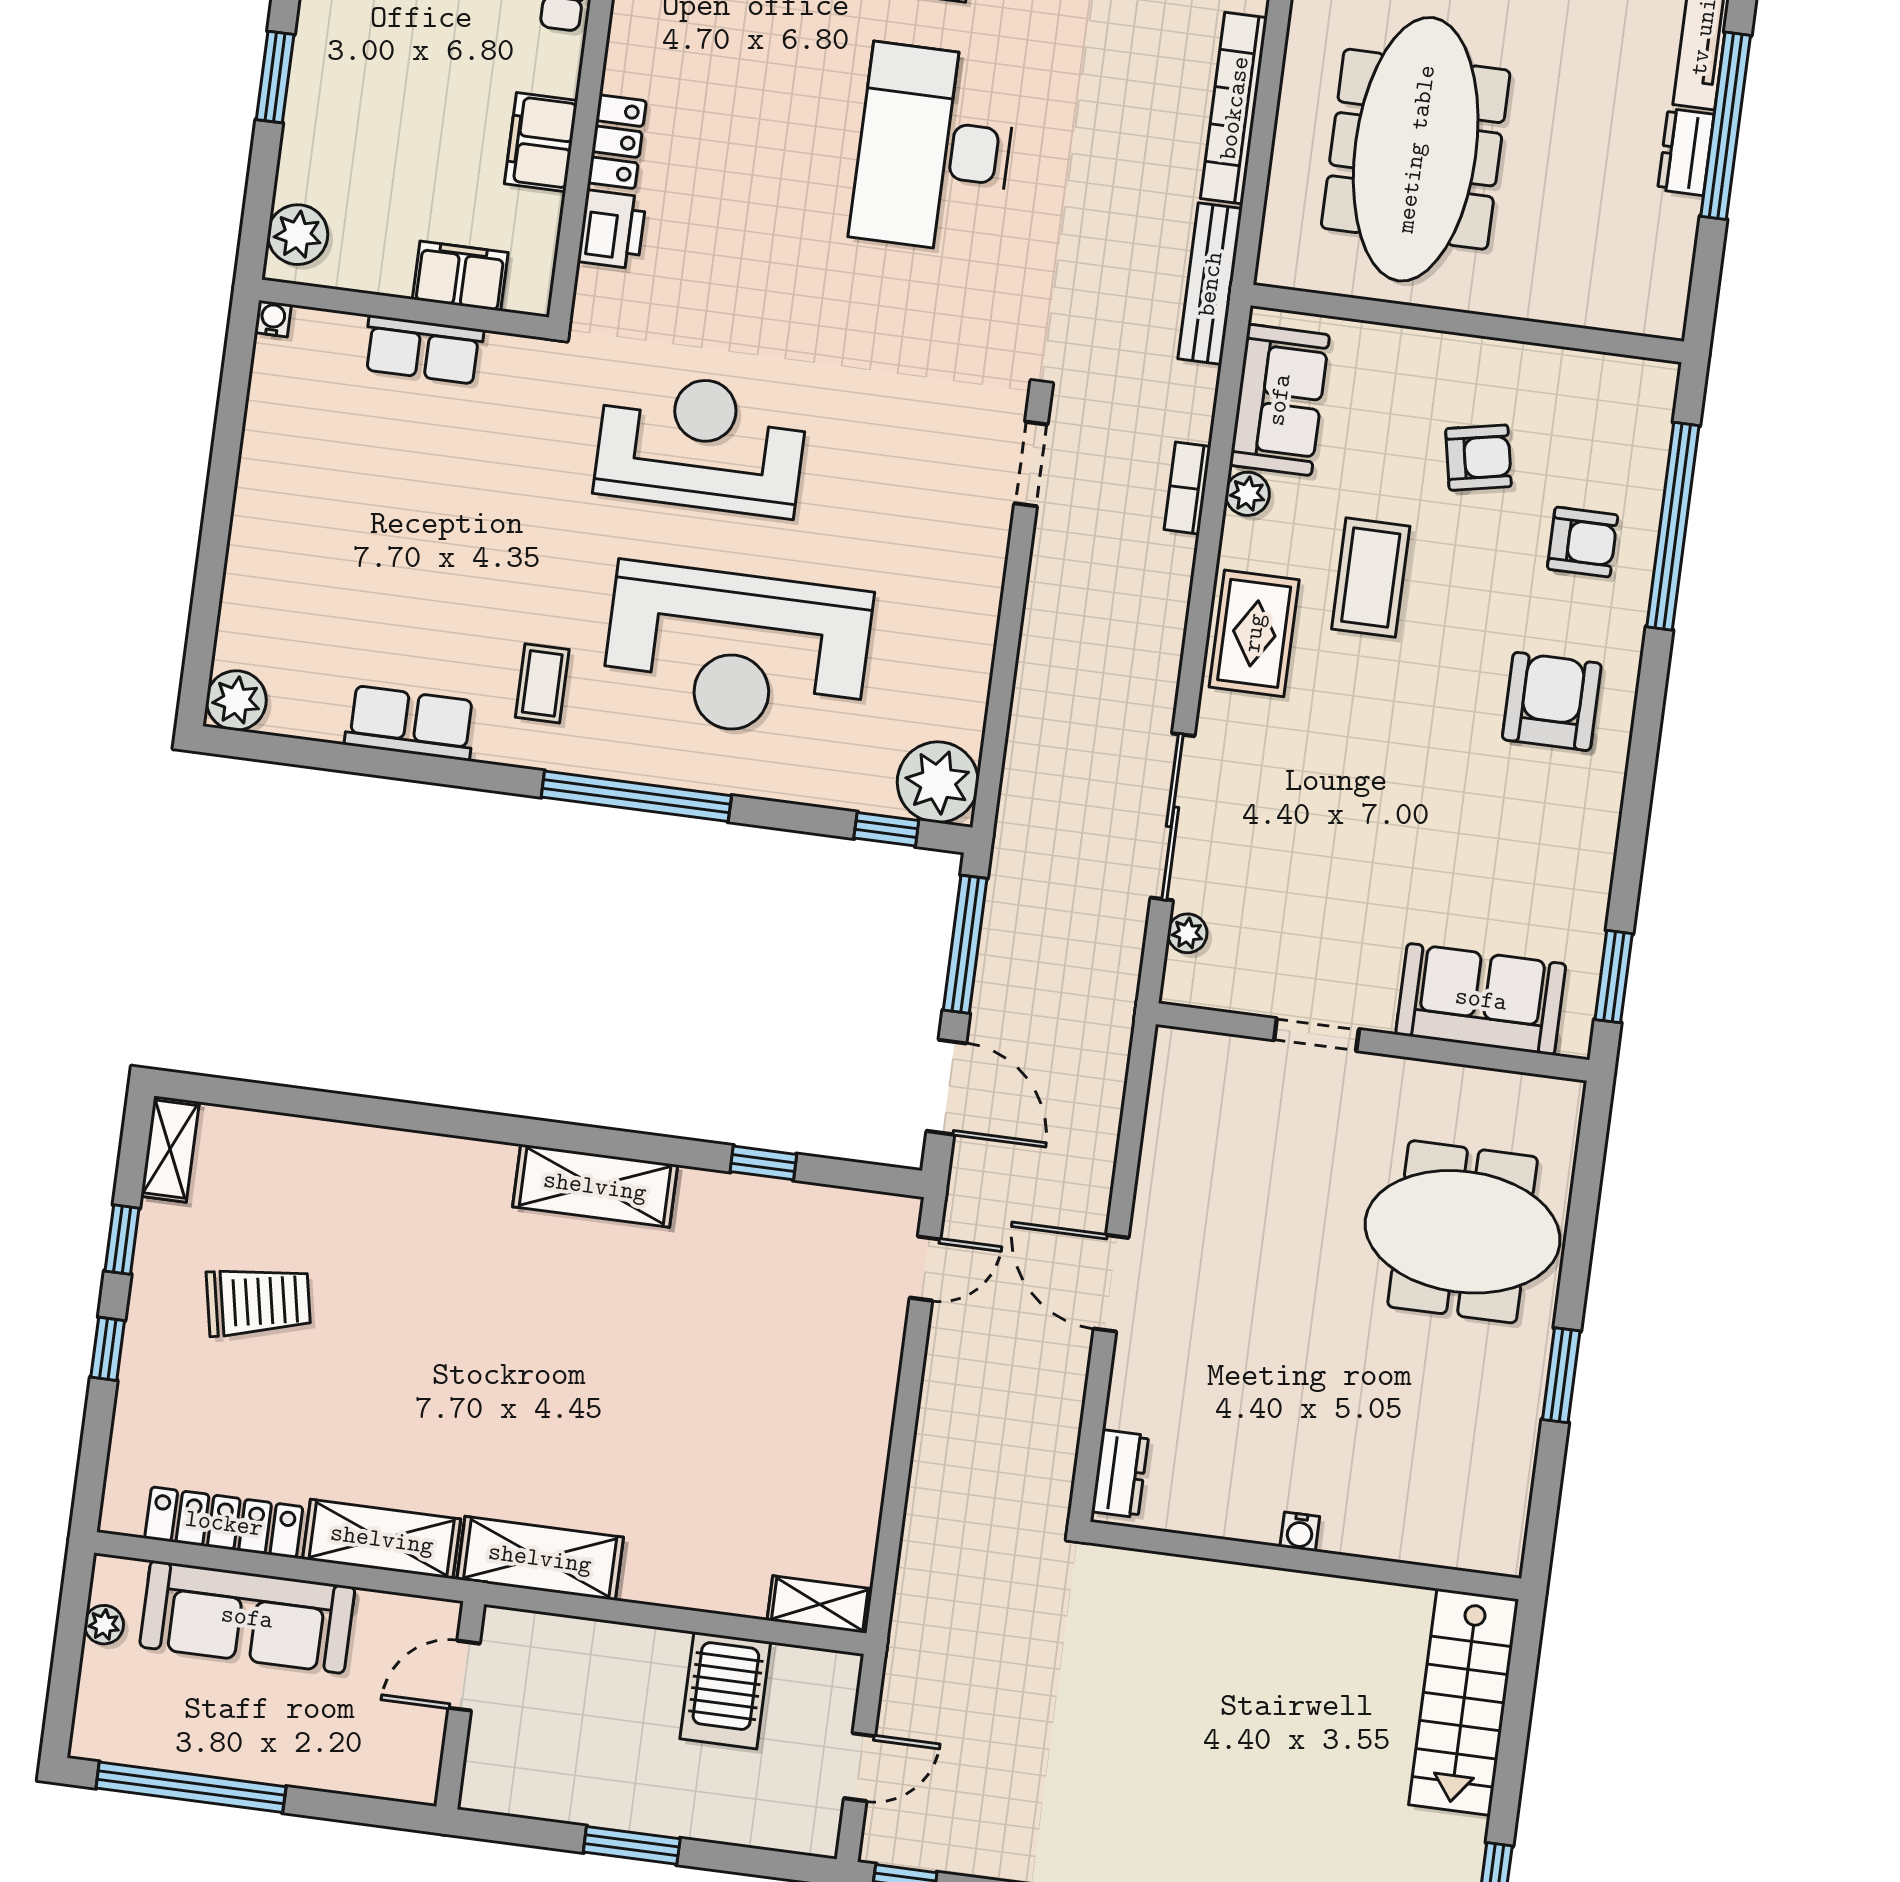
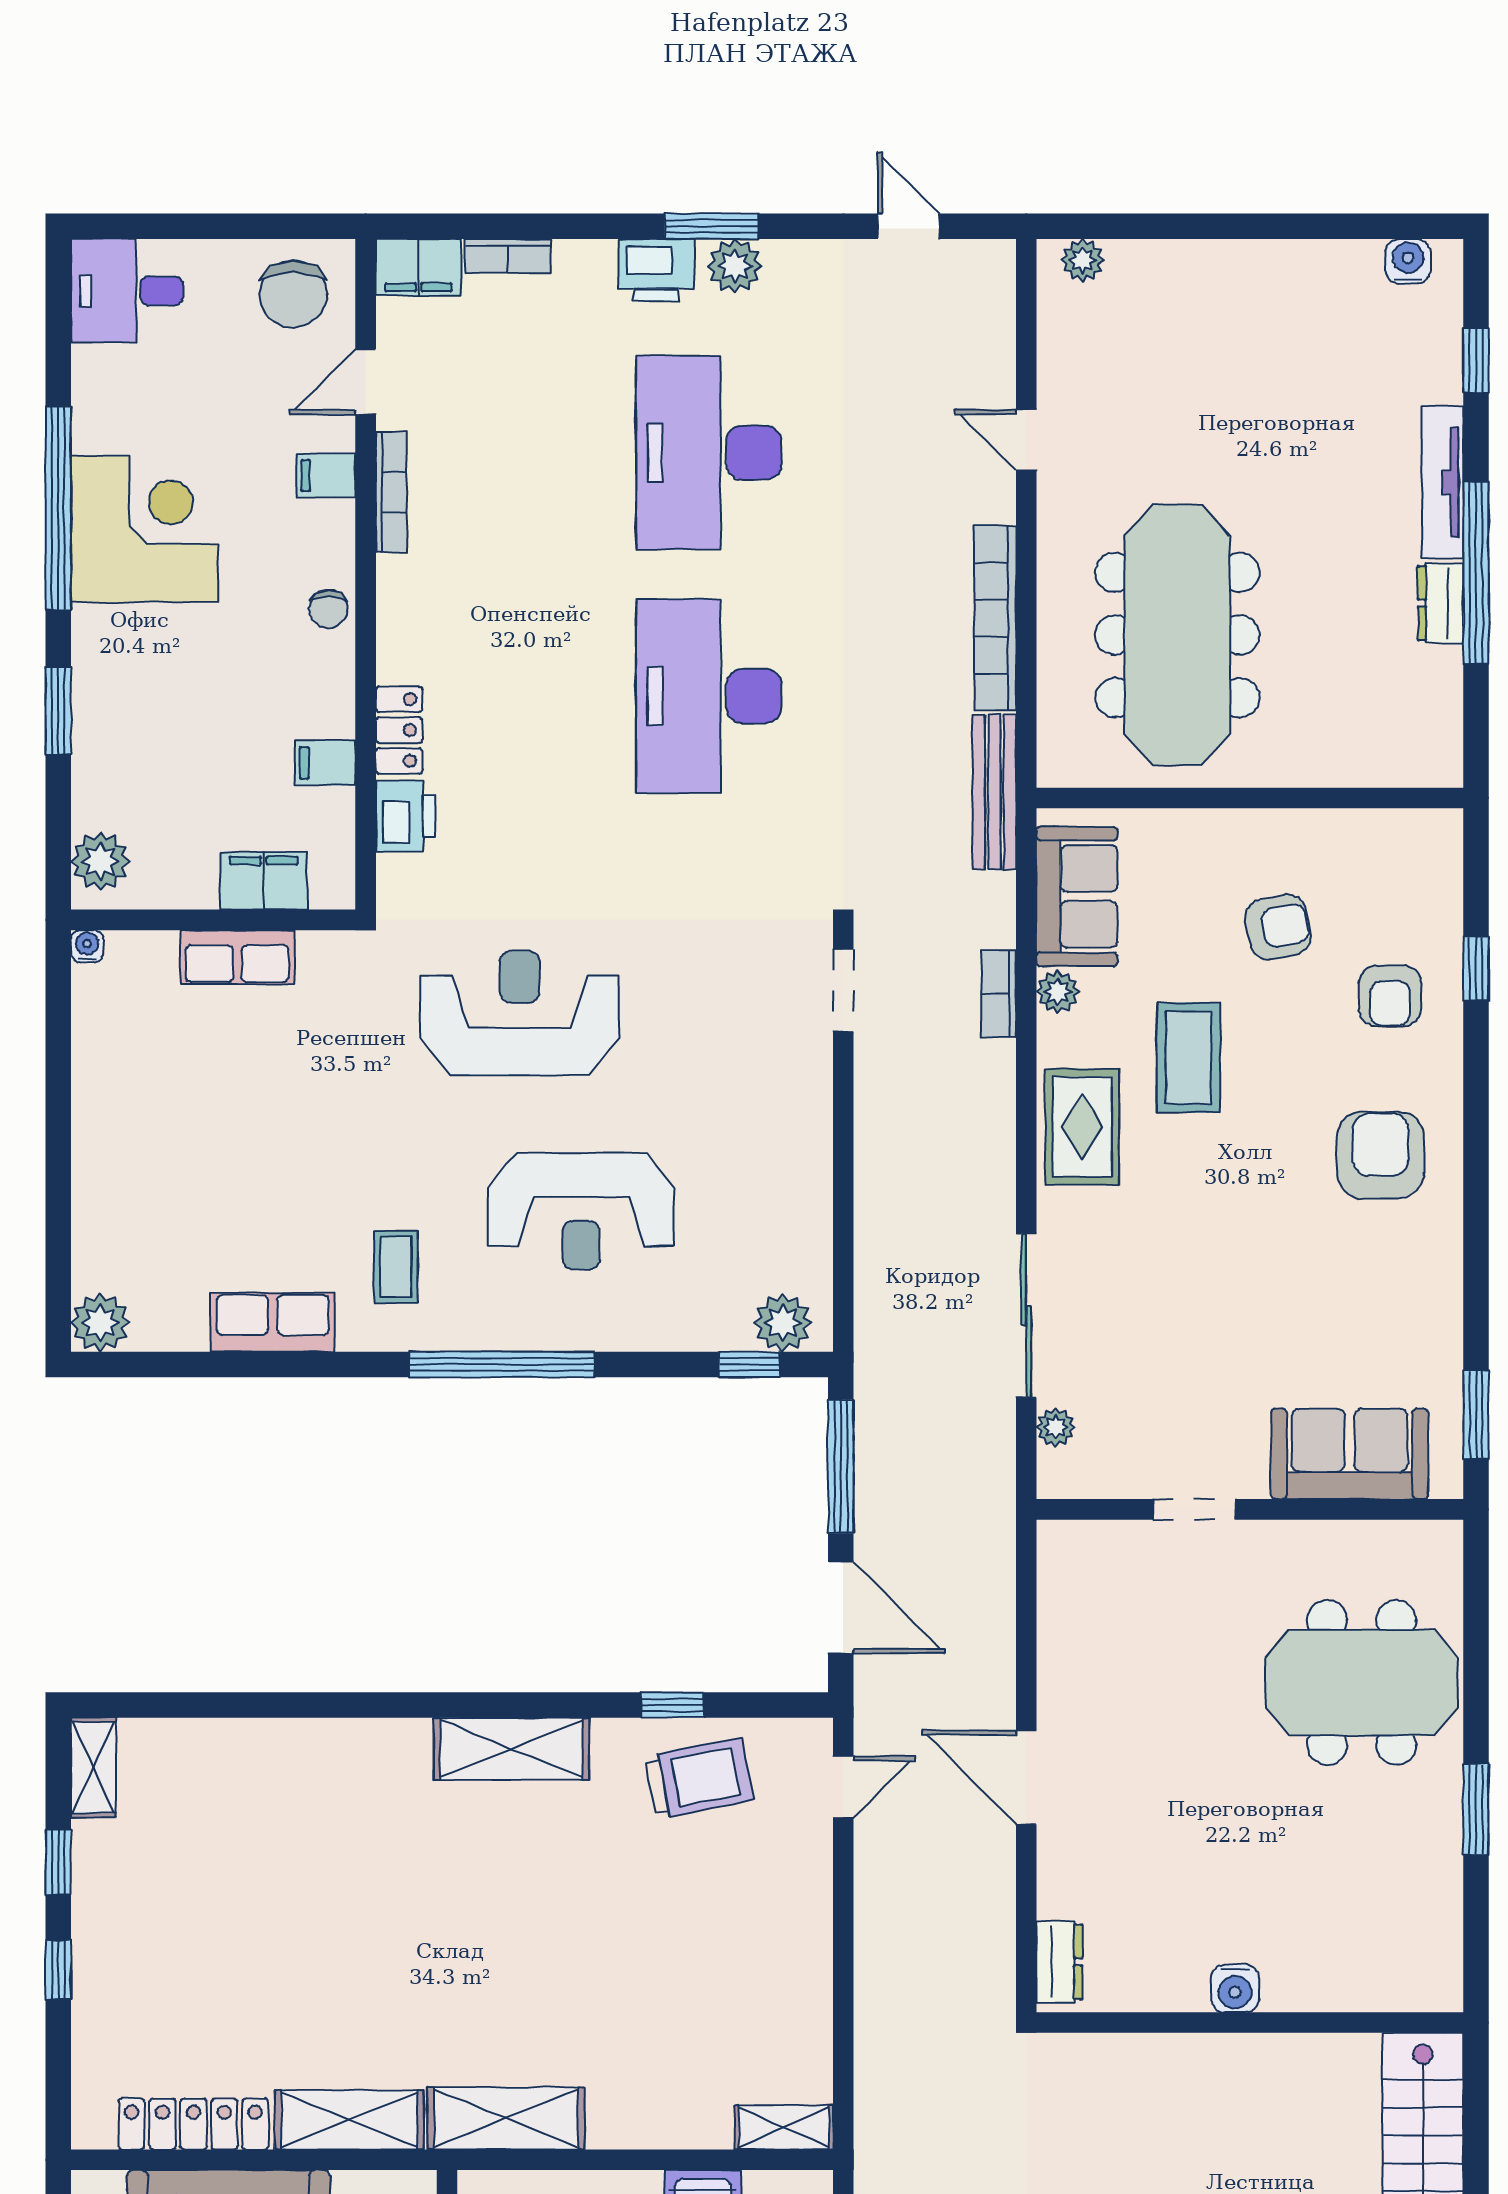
filing cabinet: (541, 142) -> (325, 763), width x0.50
window: (1673, 526) -> (1476, 969), width x0.32
armchair: (1583, 542) -> (1390, 996), turned 90
reception desk: (737, 652) -> (581, 1211), width x0.74, depth x0.77
plant: (938, 782) -> (783, 1323), width x0.73, depth x0.73
trolley: (258, 1301) -> (699, 1778), moved
water cooler: (1300, 1532) -> (1235, 1988), width x1.38, depth x1.38

